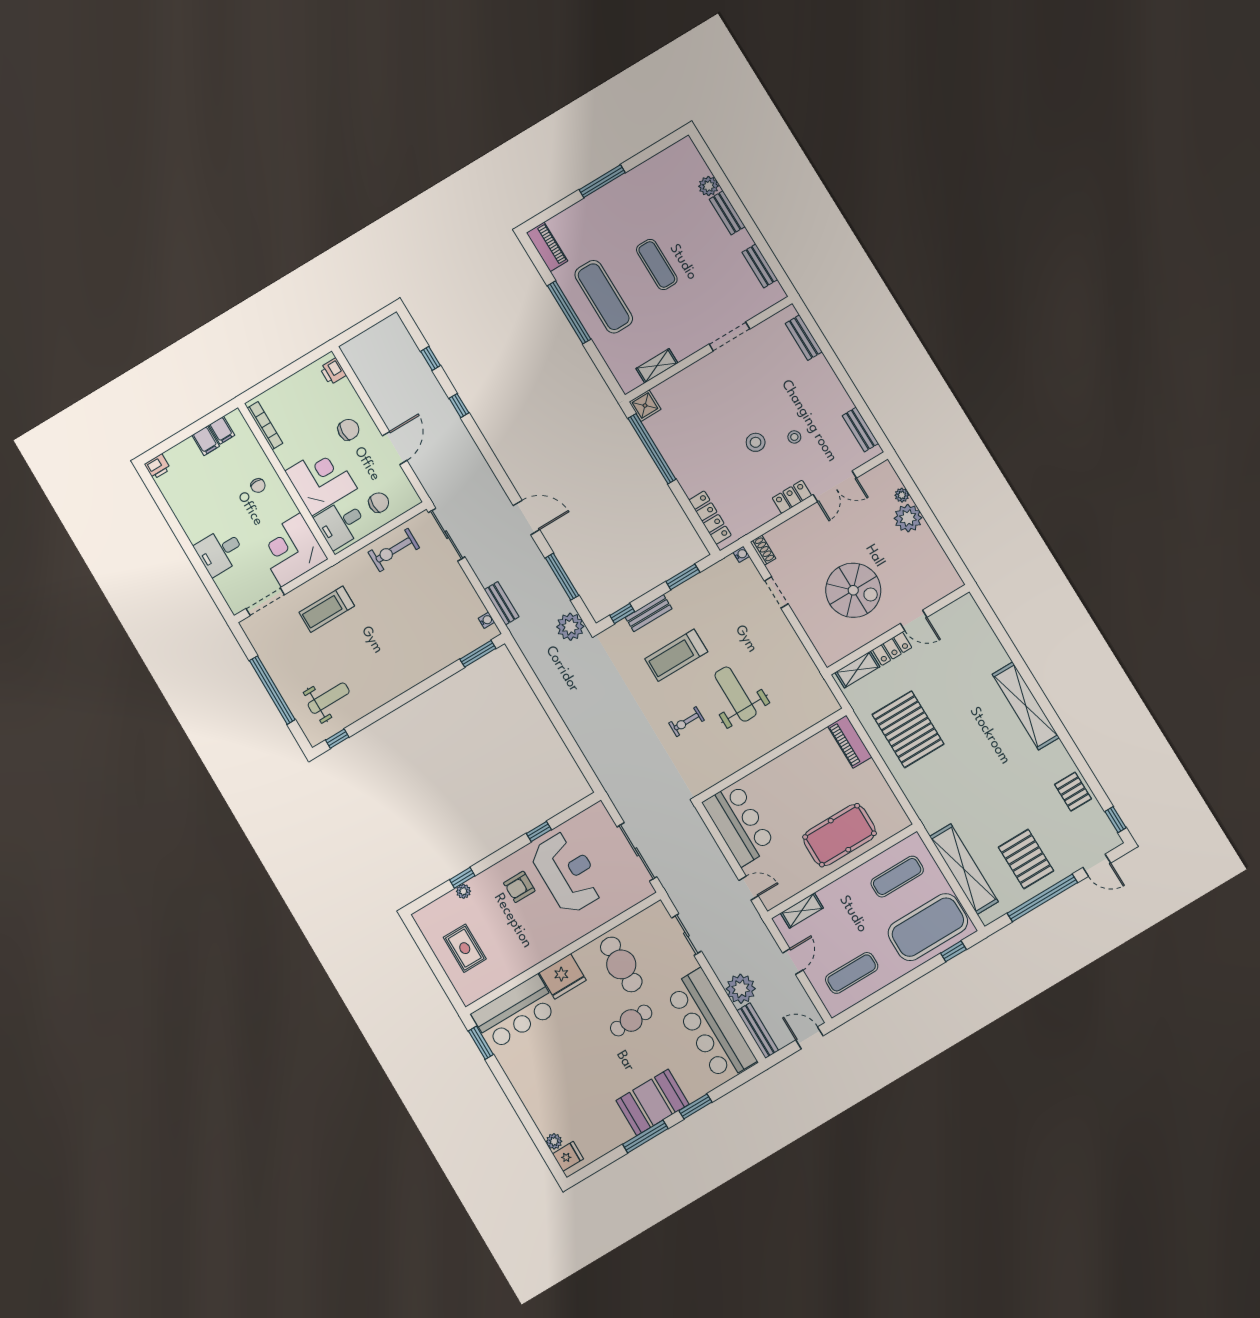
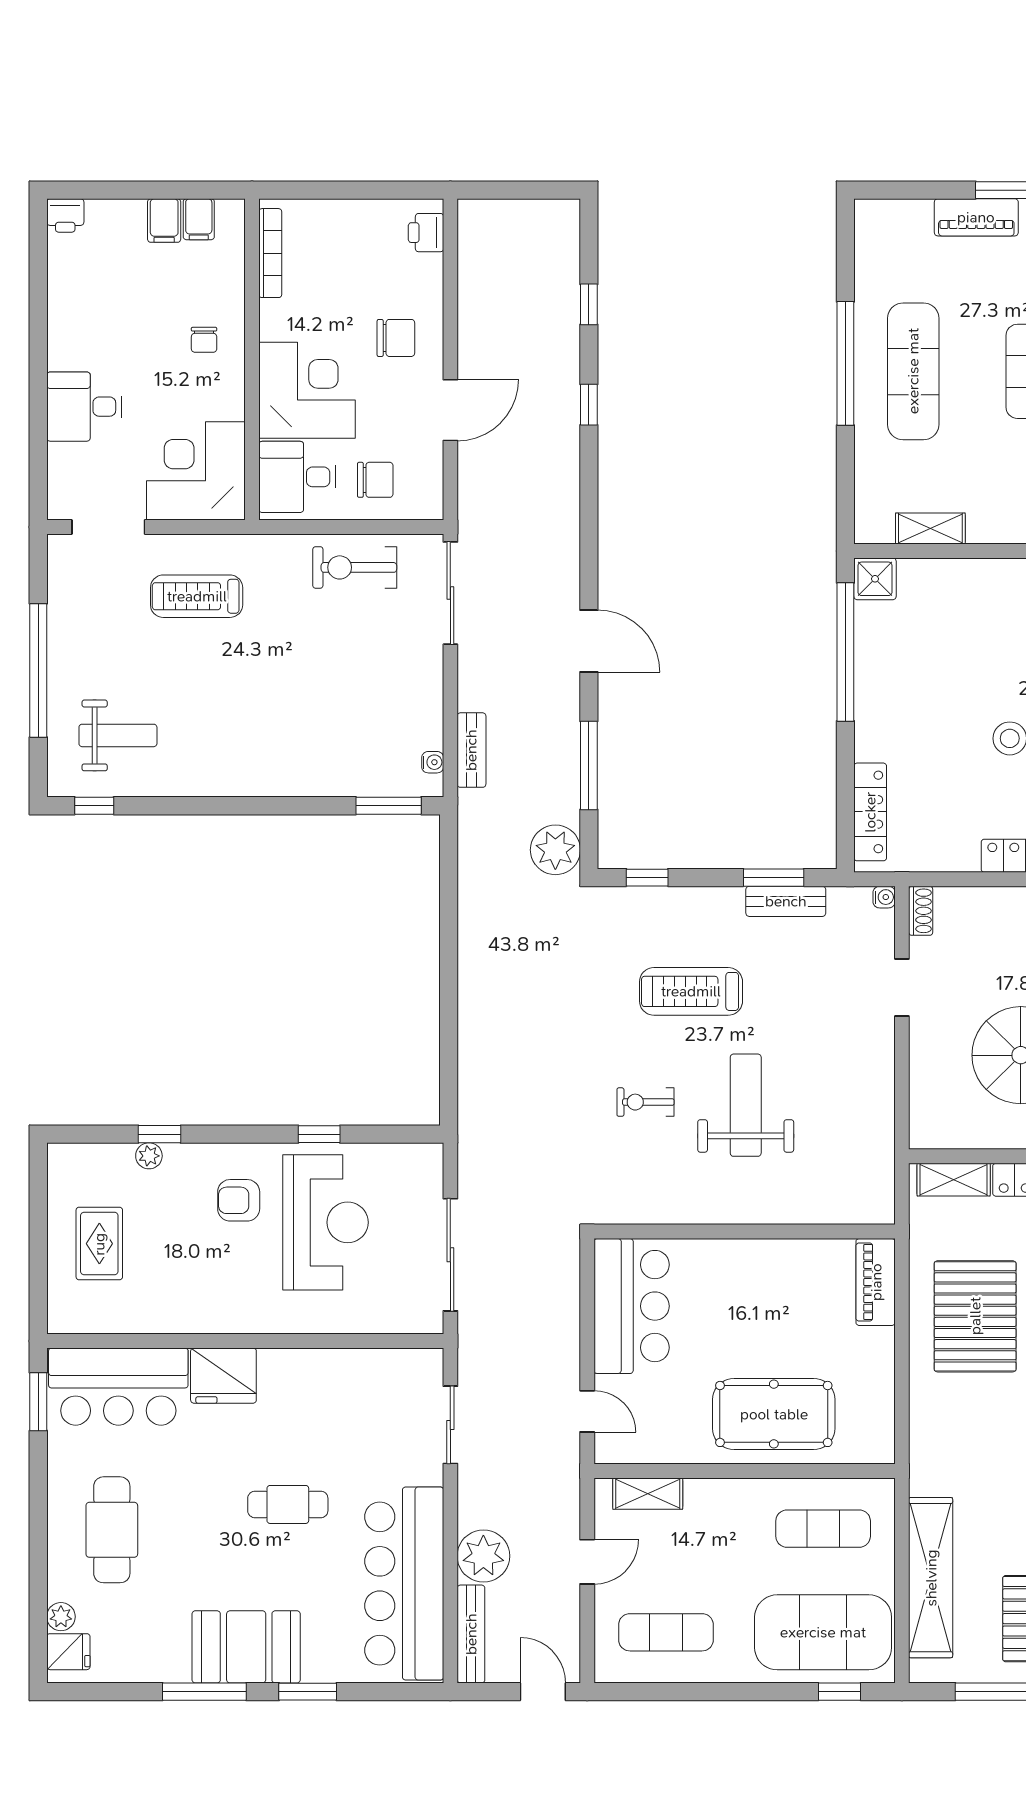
piano: (547, 247) -> (976, 217), moved, turned 90
bench: (649, 613) -> (786, 901), moved
cafe table: (621, 964) -> (112, 1530), moved

